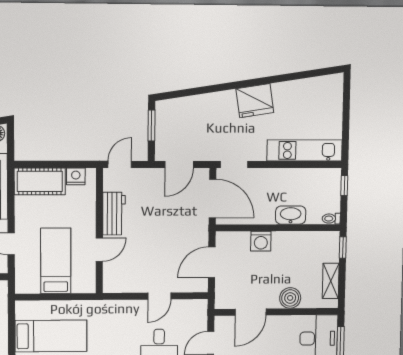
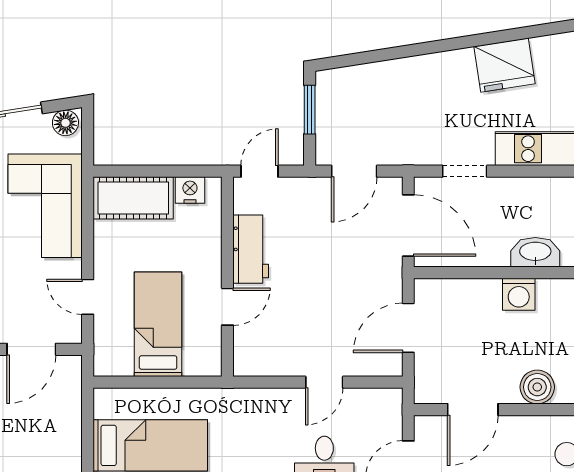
fridge: (255, 101) -> (504, 65), moved
doorway: (234, 165) -> (465, 171), moved
washing machine: (261, 241) -> (519, 294), moved

